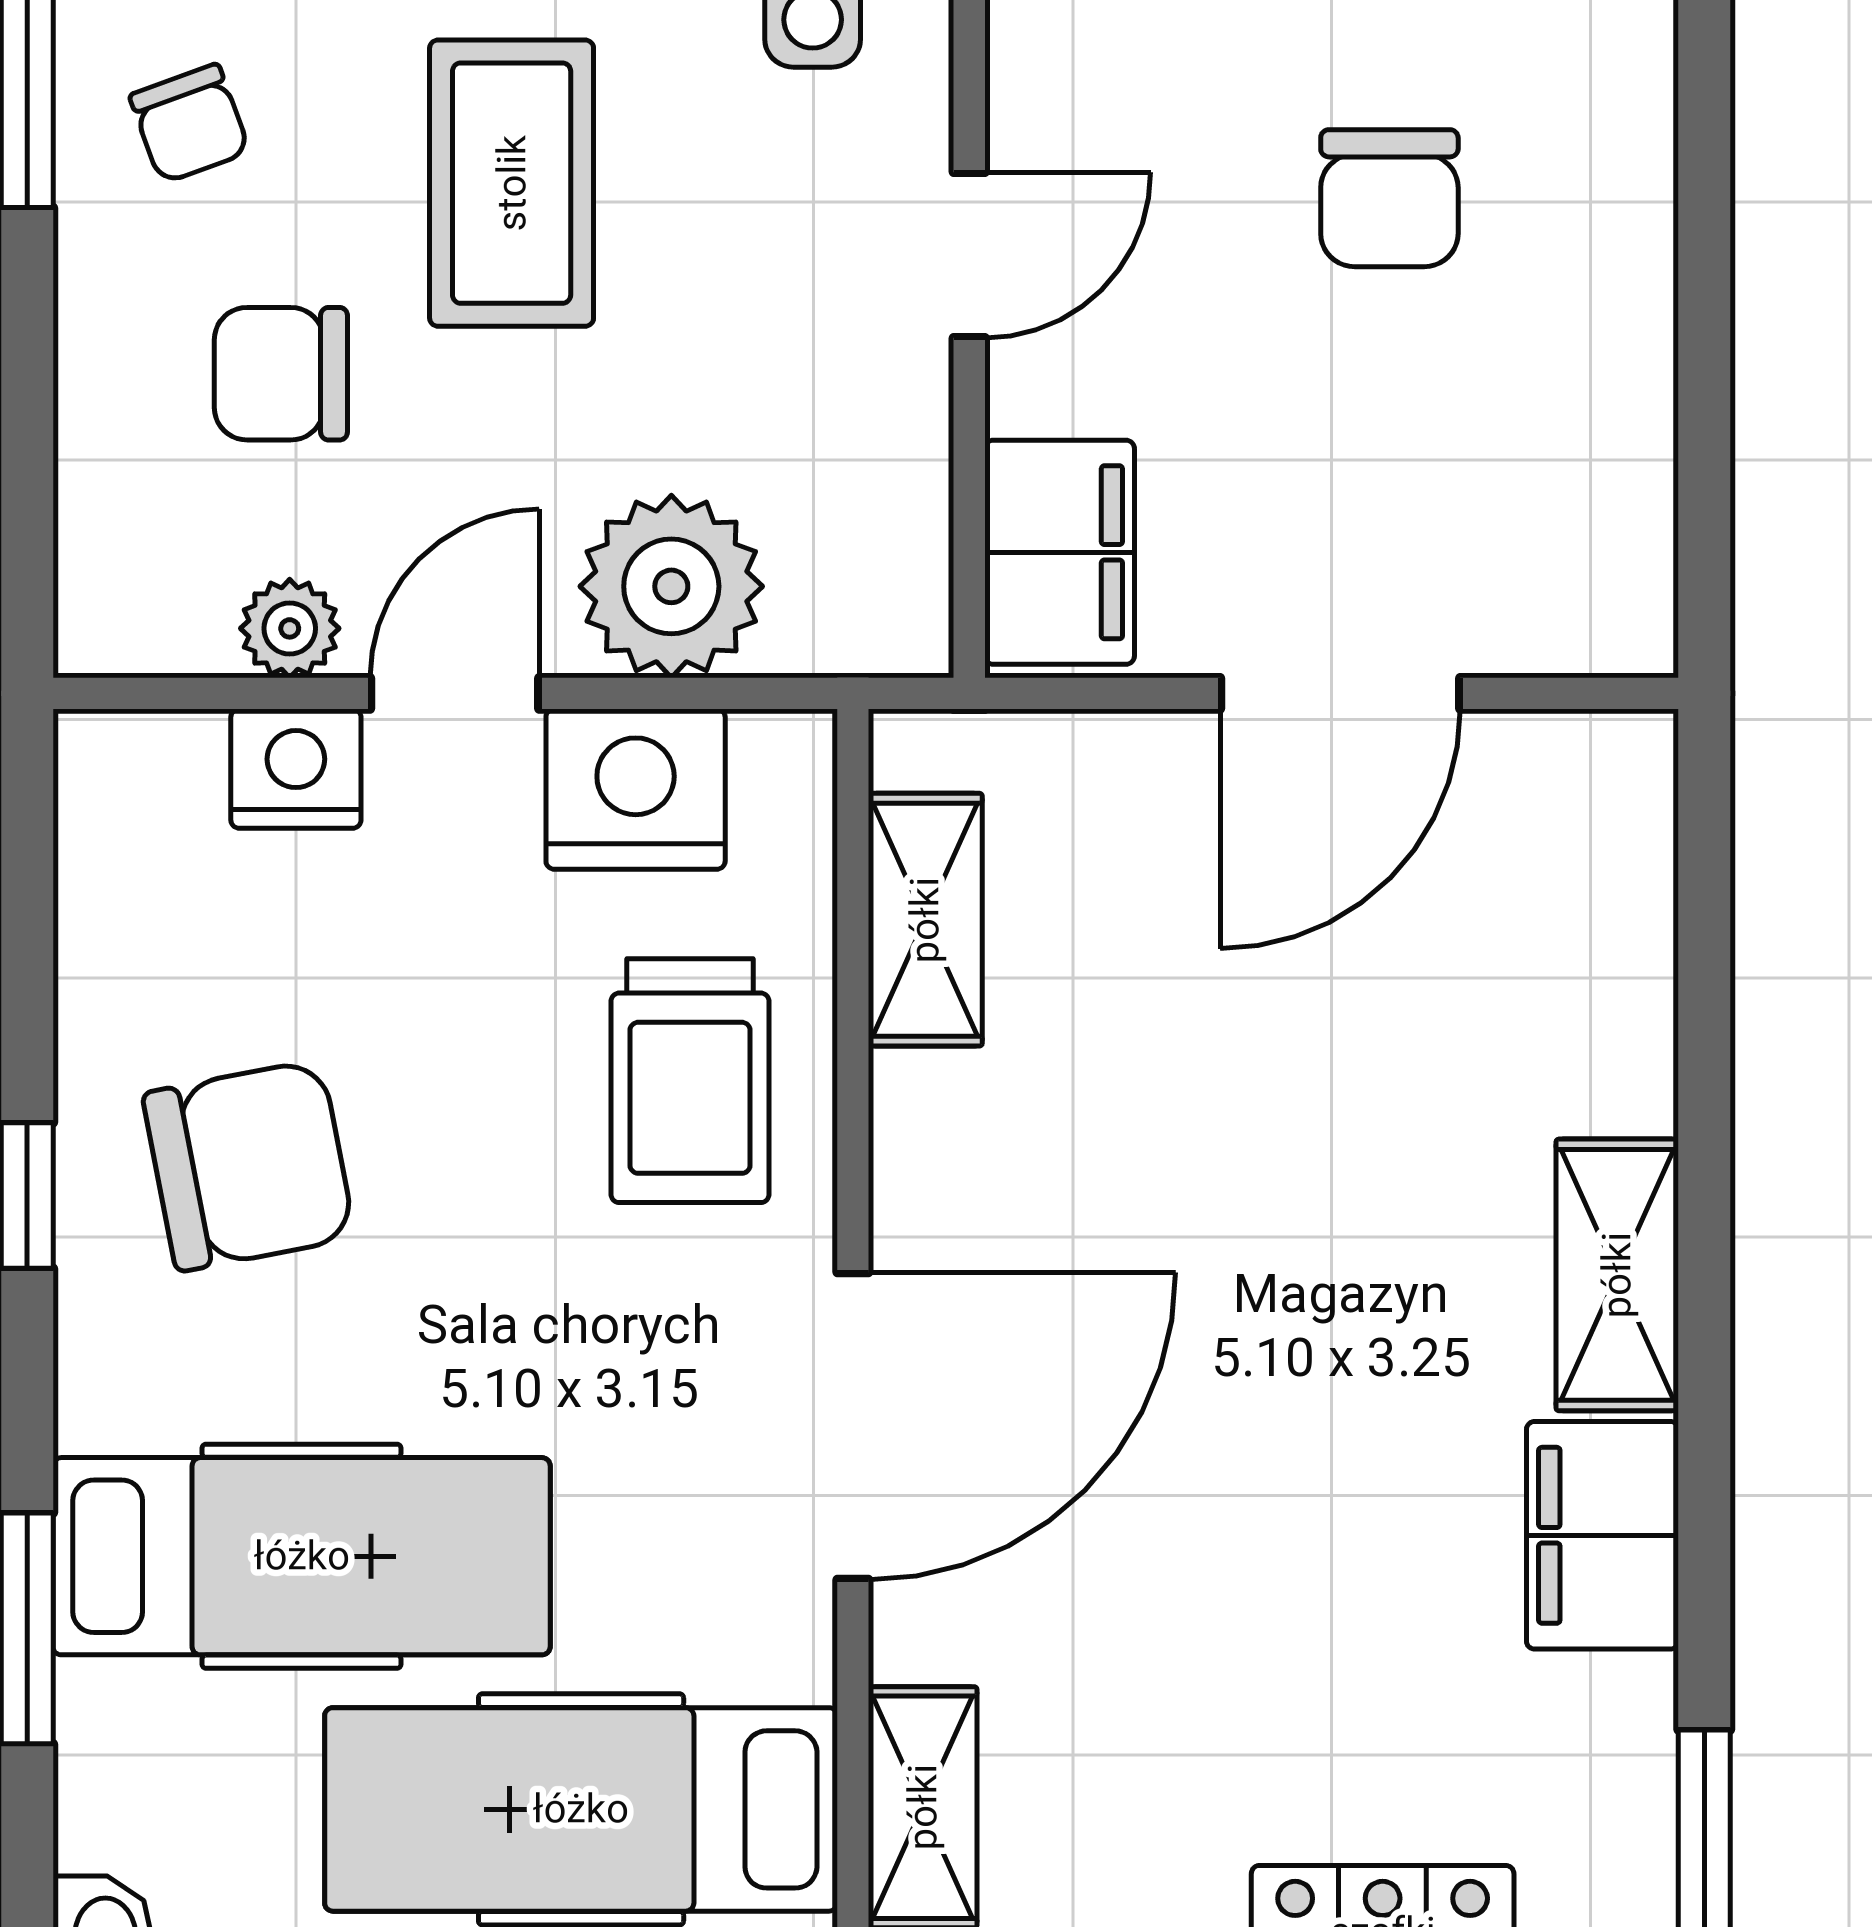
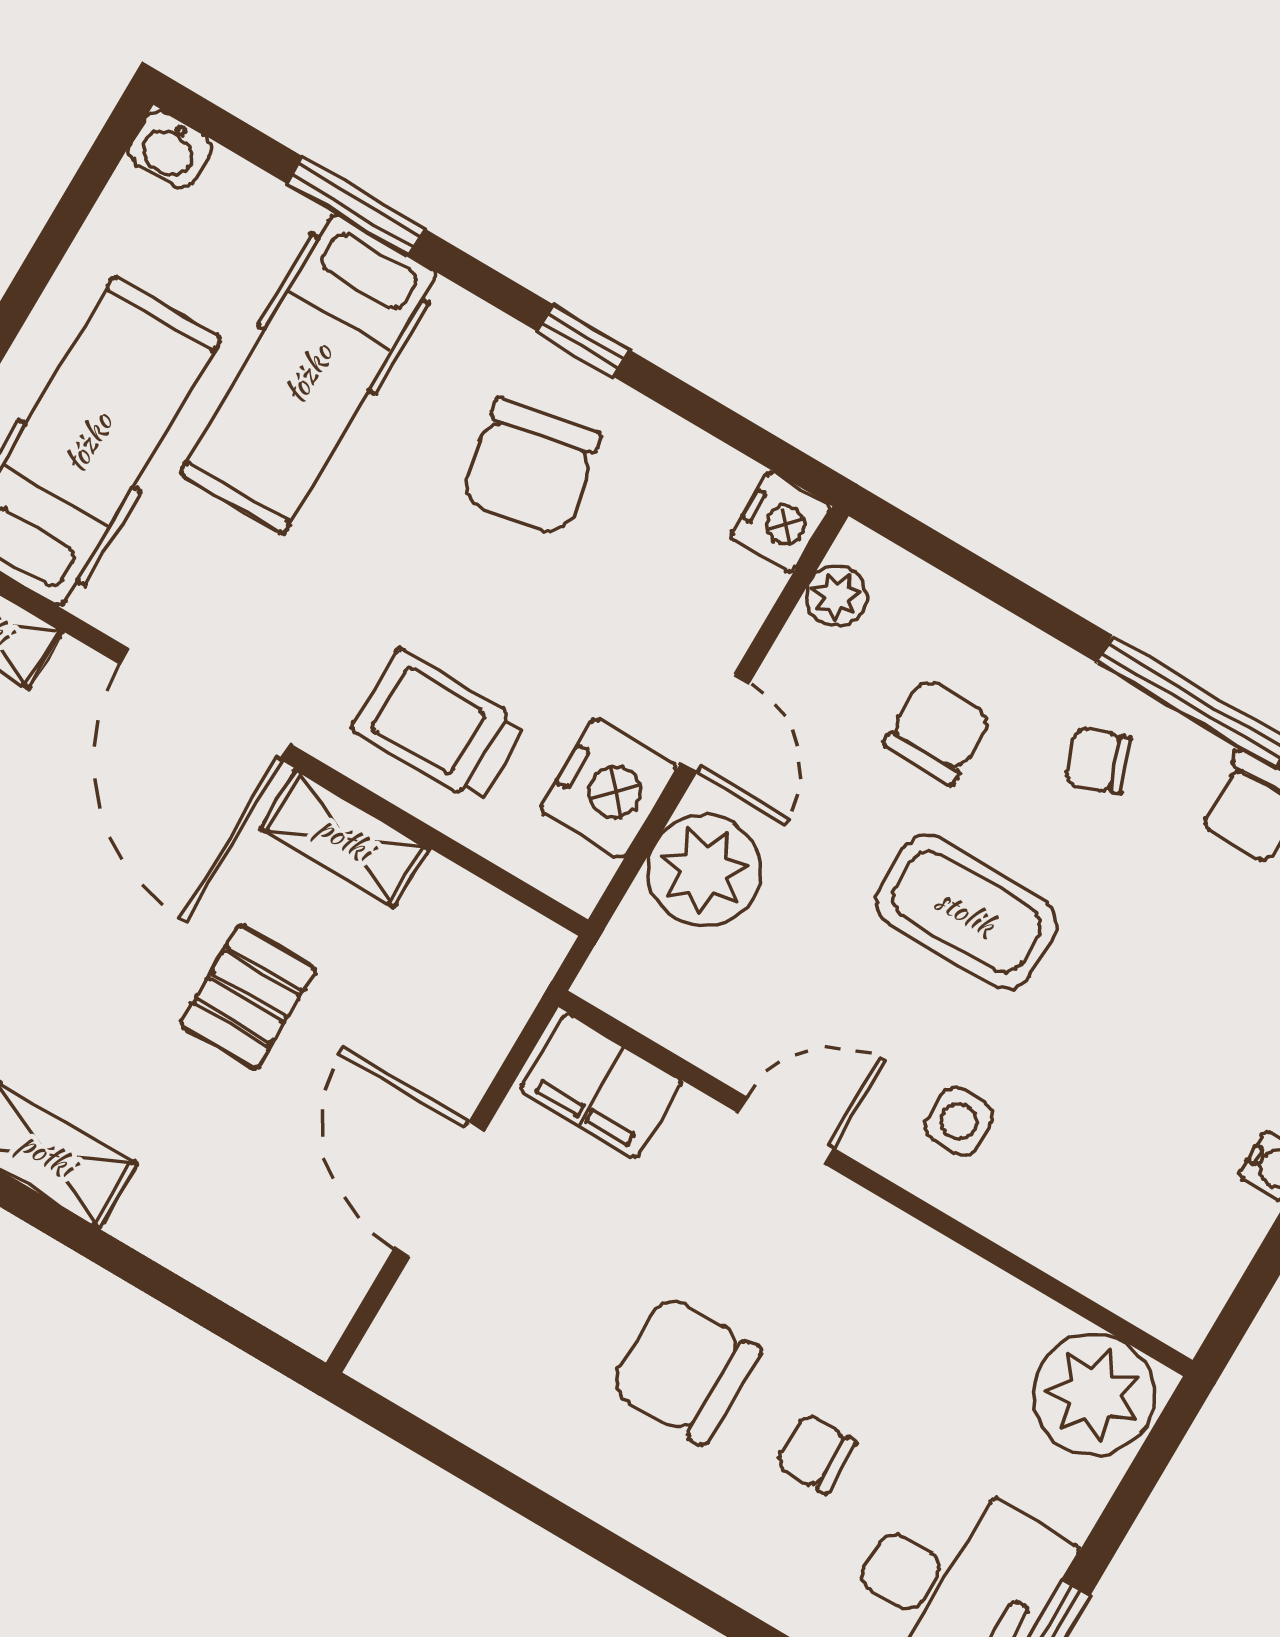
chair: (1389, 198) -> (685, 1370), width x1.37, depth x1.37
door: (969, 255) -> (786, 1131), swing flipped
plant: (290, 628) -> (837, 596), moved
nightstand: (296, 769) -> (781, 522), moved
shelving: (925, 920) -> (345, 838), moved
pallet: (1229, 1123) -> (248, 997), added

